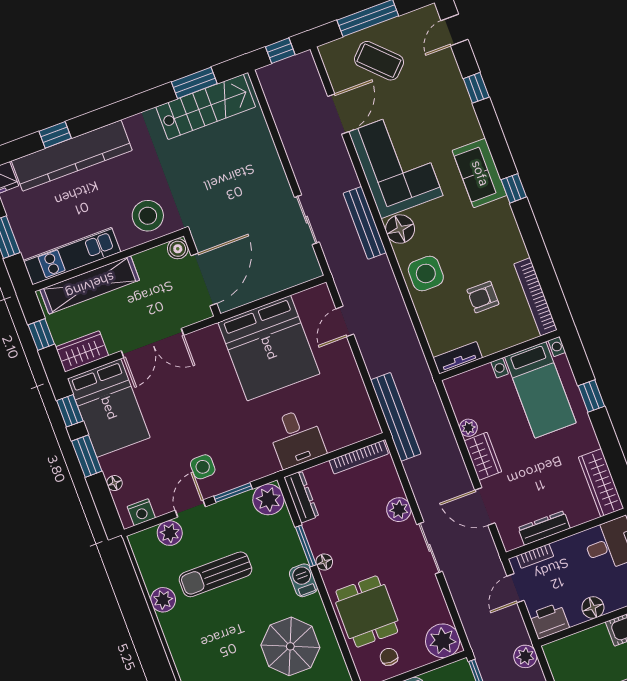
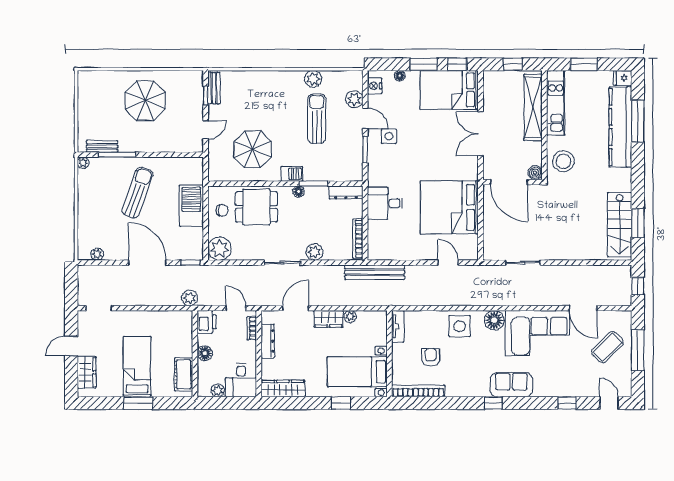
window: (55, 135) -> (638, 121), width x2.17
bench: (365, 223) -> (507, 299), removed
wardrobe: (82, 351) -> (492, 86), removed
plant: (268, 499) -> (352, 171), removed

